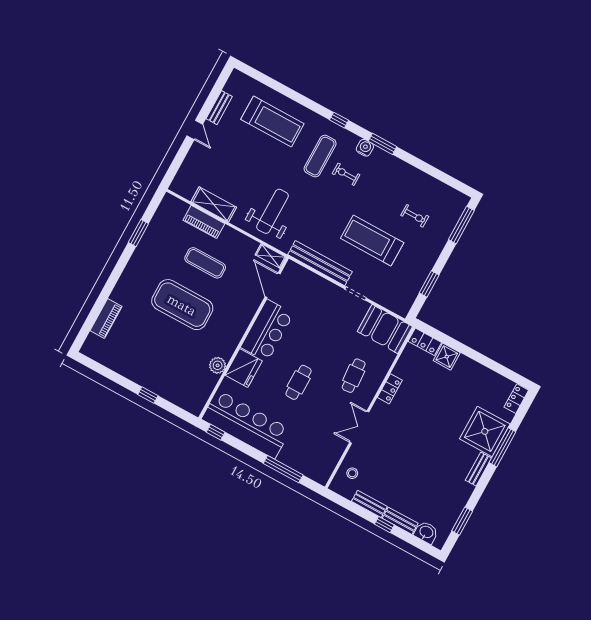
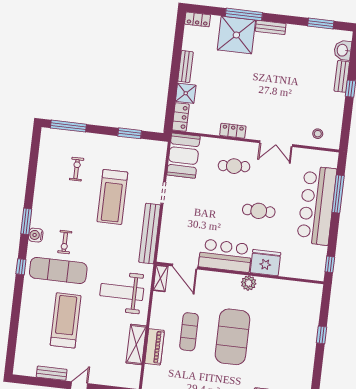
treadmill: (272, 122) -> (66, 320), moved
exercise mat: (320, 156) -> (58, 270), width x1.36, depth x1.45
door: (273, 285) -> (185, 266), hinge flipped
plant: (218, 365) -> (249, 283), moved
bar counter: (246, 424) -> (317, 205), moved
bench: (369, 504) -> (185, 67), moved

